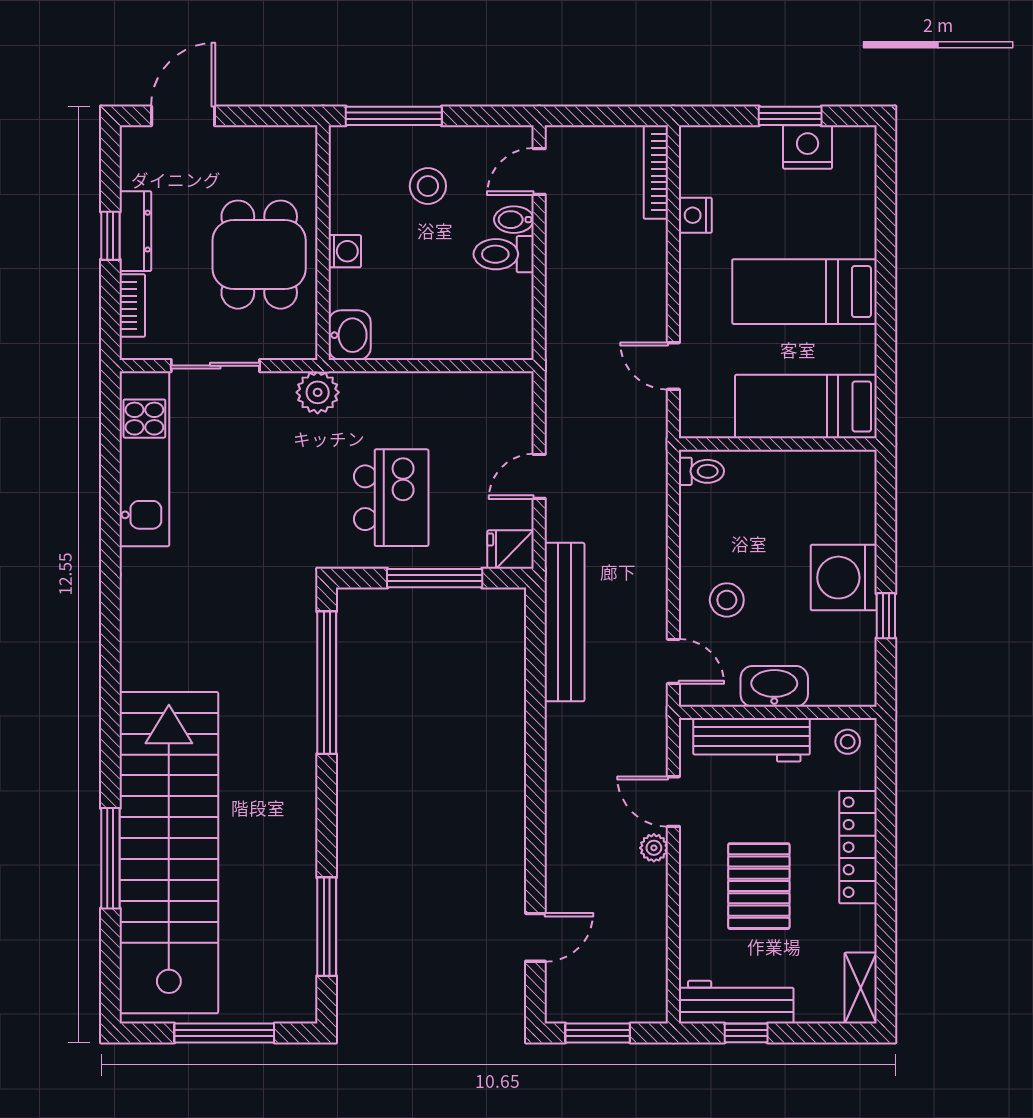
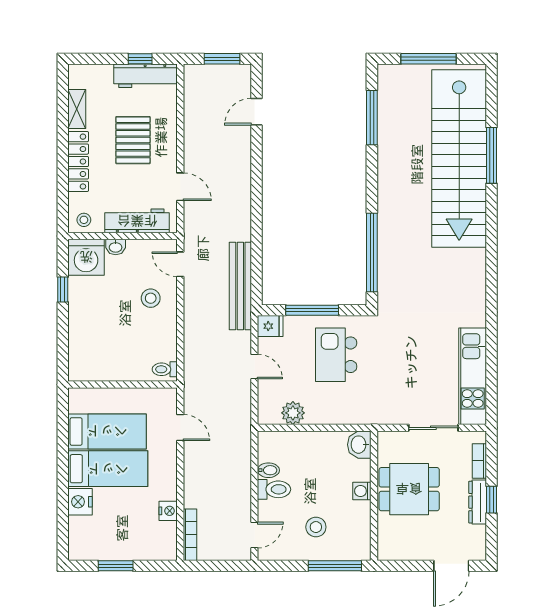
nightstand: (808, 147) -> (80, 502), moved, turned 90
bidet: (514, 220) -> (268, 470), moved
dining table: (259, 255) -> (409, 489), turned 90
plant: (318, 392) -> (293, 413), moved
bed: (806, 407) -> (107, 431), moved
door: (539, 476) -> (254, 367), hinge flipped
washing machine: (844, 578) -> (86, 257), moved, turned 90
washbasin: (774, 686) -> (116, 247), width x0.52, depth x0.69
plant: (654, 848) -> (191, 161), removed
shelving: (861, 988) -> (77, 109), moved

